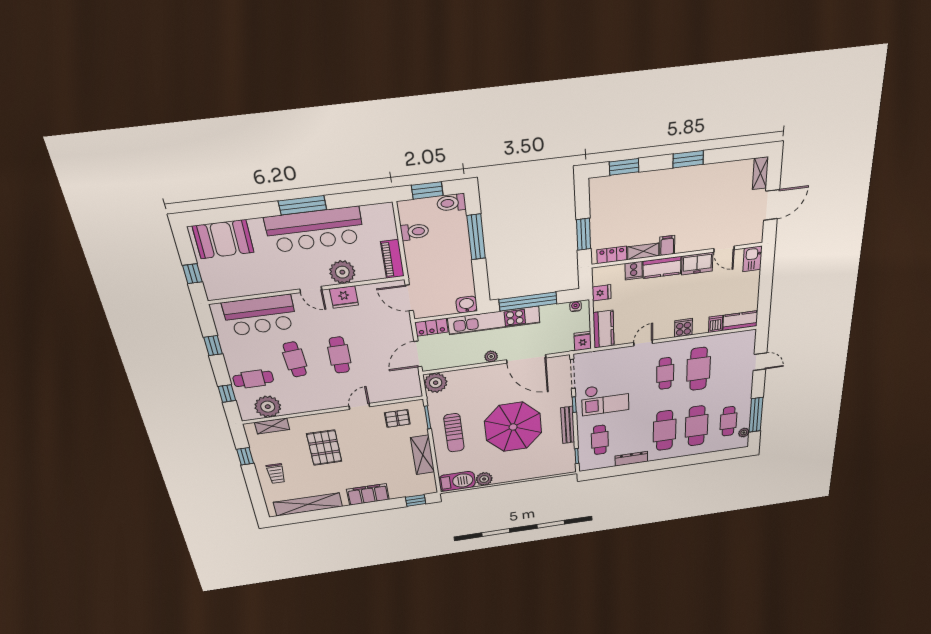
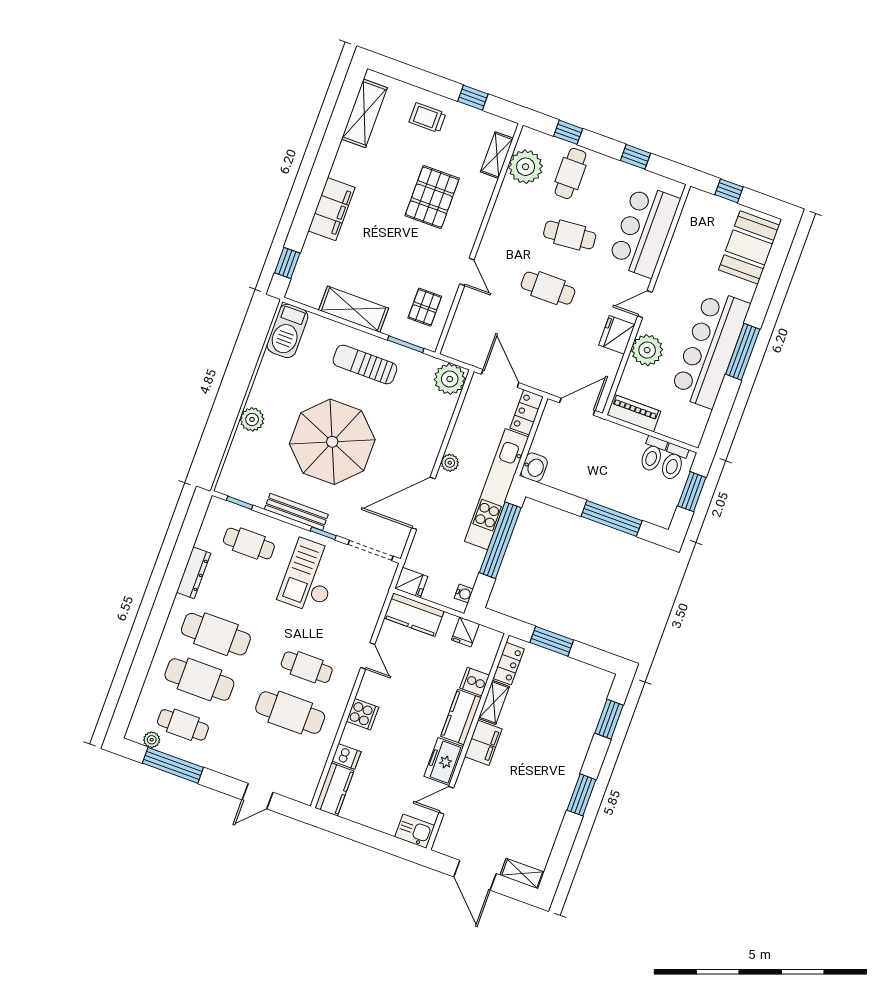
toilet: (451, 203) -> (673, 462), moved, turned 180
filing cabinet: (667, 246) -> (483, 743), width x2.00
pallet: (324, 448) -> (432, 197), turned 90
plant: (484, 479) -> (252, 419), moved
shelving: (308, 504) -> (364, 113), width x0.68

